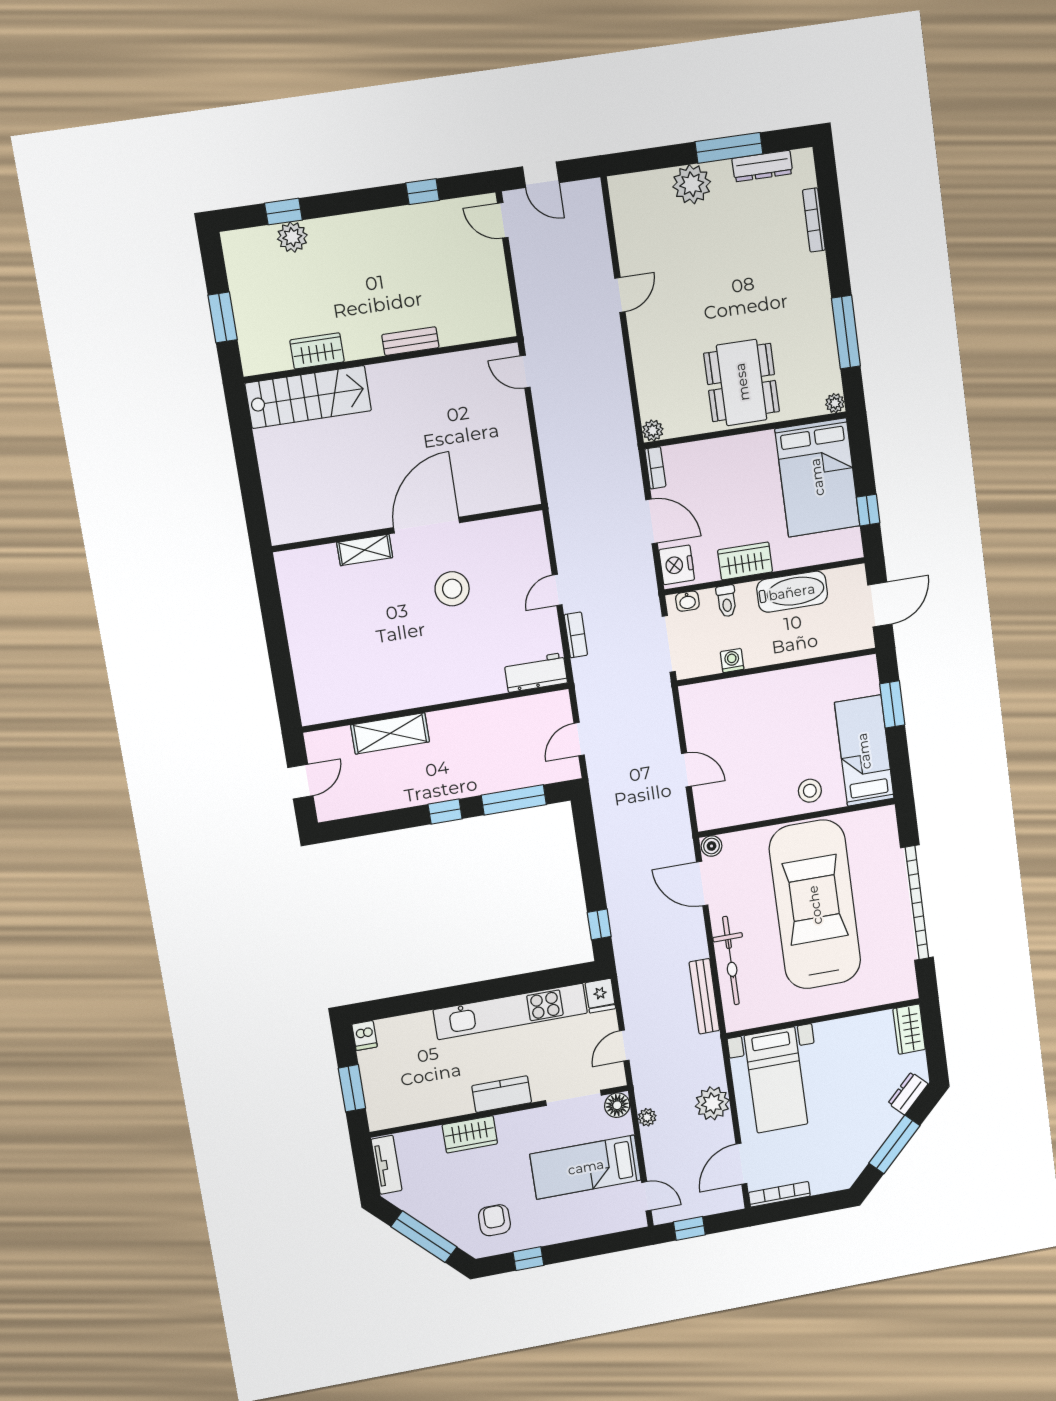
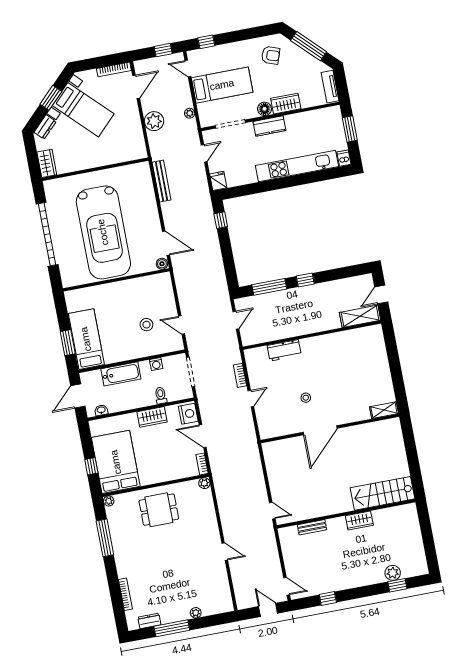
dresser: (762, 166) -> (149, 621), width x0.70
plant: (692, 184) -> (196, 613), width x0.53, depth x0.53
door: (620, 295) -> (225, 552), swing flipped
window: (223, 317) -> (427, 531), removed
bench: (410, 341) -> (312, 527), moved
wardrobe: (317, 351) -> (359, 520), moved
dining table: (742, 382) -> (159, 510), width x0.73
window: (868, 510) -> (91, 466), moved
shelving: (365, 550) -> (384, 410), moved
stool: (452, 589) -> (306, 398), width x0.53, depth x0.53
bathtub: (792, 592) -> (121, 374), moved, turned 180
washbasin: (687, 601) -> (101, 410), moved
workbench: (536, 673) -> (284, 350), moved
shelving: (390, 733) -> (360, 316), moved
bed: (864, 751) -> (86, 339), moved, turned 180
door: (686, 770) -> (182, 325), moved
stool: (810, 791) -> (146, 325), moved
bicycle: (731, 961) -> (148, 201), removed
kitchen unit: (510, 1011) -> (297, 166), moved
bed with nightstands: (776, 1080) -> (83, 110), moved, turned 135
floor lamp: (617, 1105) -> (264, 109), moved
window: (894, 1144) -> (51, 98), width x0.69
armchair: (494, 1220) -> (271, 55), turned -71
window: (528, 1259) -> (206, 42), moved

